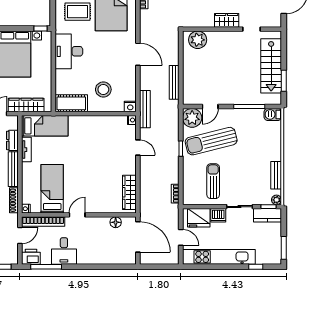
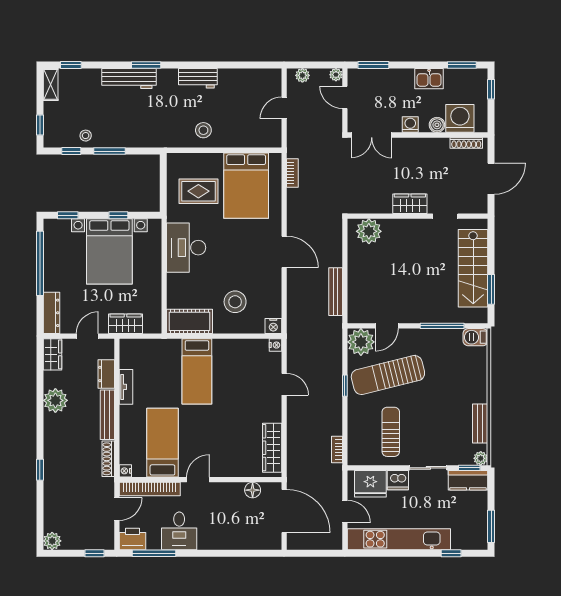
window: (40, 28) -> (118, 215), moved
wardrobe: (26, 105) -> (126, 324), width x0.67
bench: (145, 109) -> (294, 330), removed
bed: (45, 126) -> (197, 371), moved, turned 90

